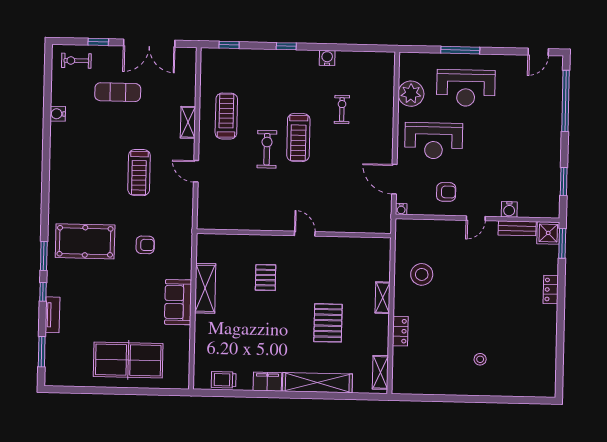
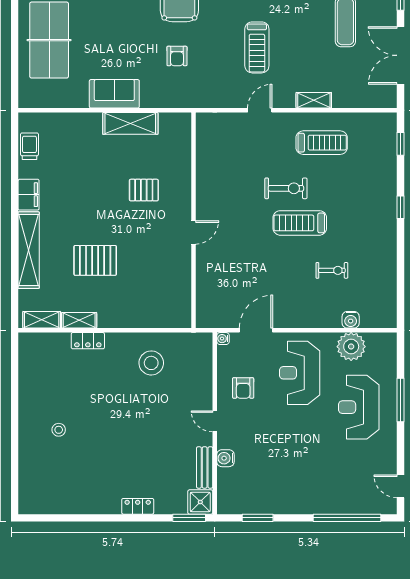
water cooler: (327, 58) -> (351, 320), moved, turned 90
treadmill: (139, 173) -> (257, 47), turned -90
shelving: (383, 298) -> (79, 320), moved

